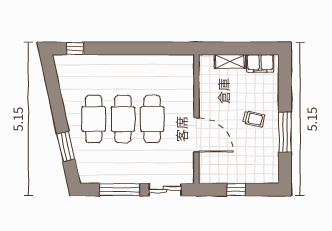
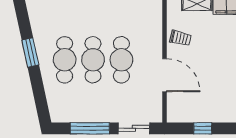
trolley: (254, 119) -> (180, 38), moved
window: (66, 147) -> (30, 52), moved

